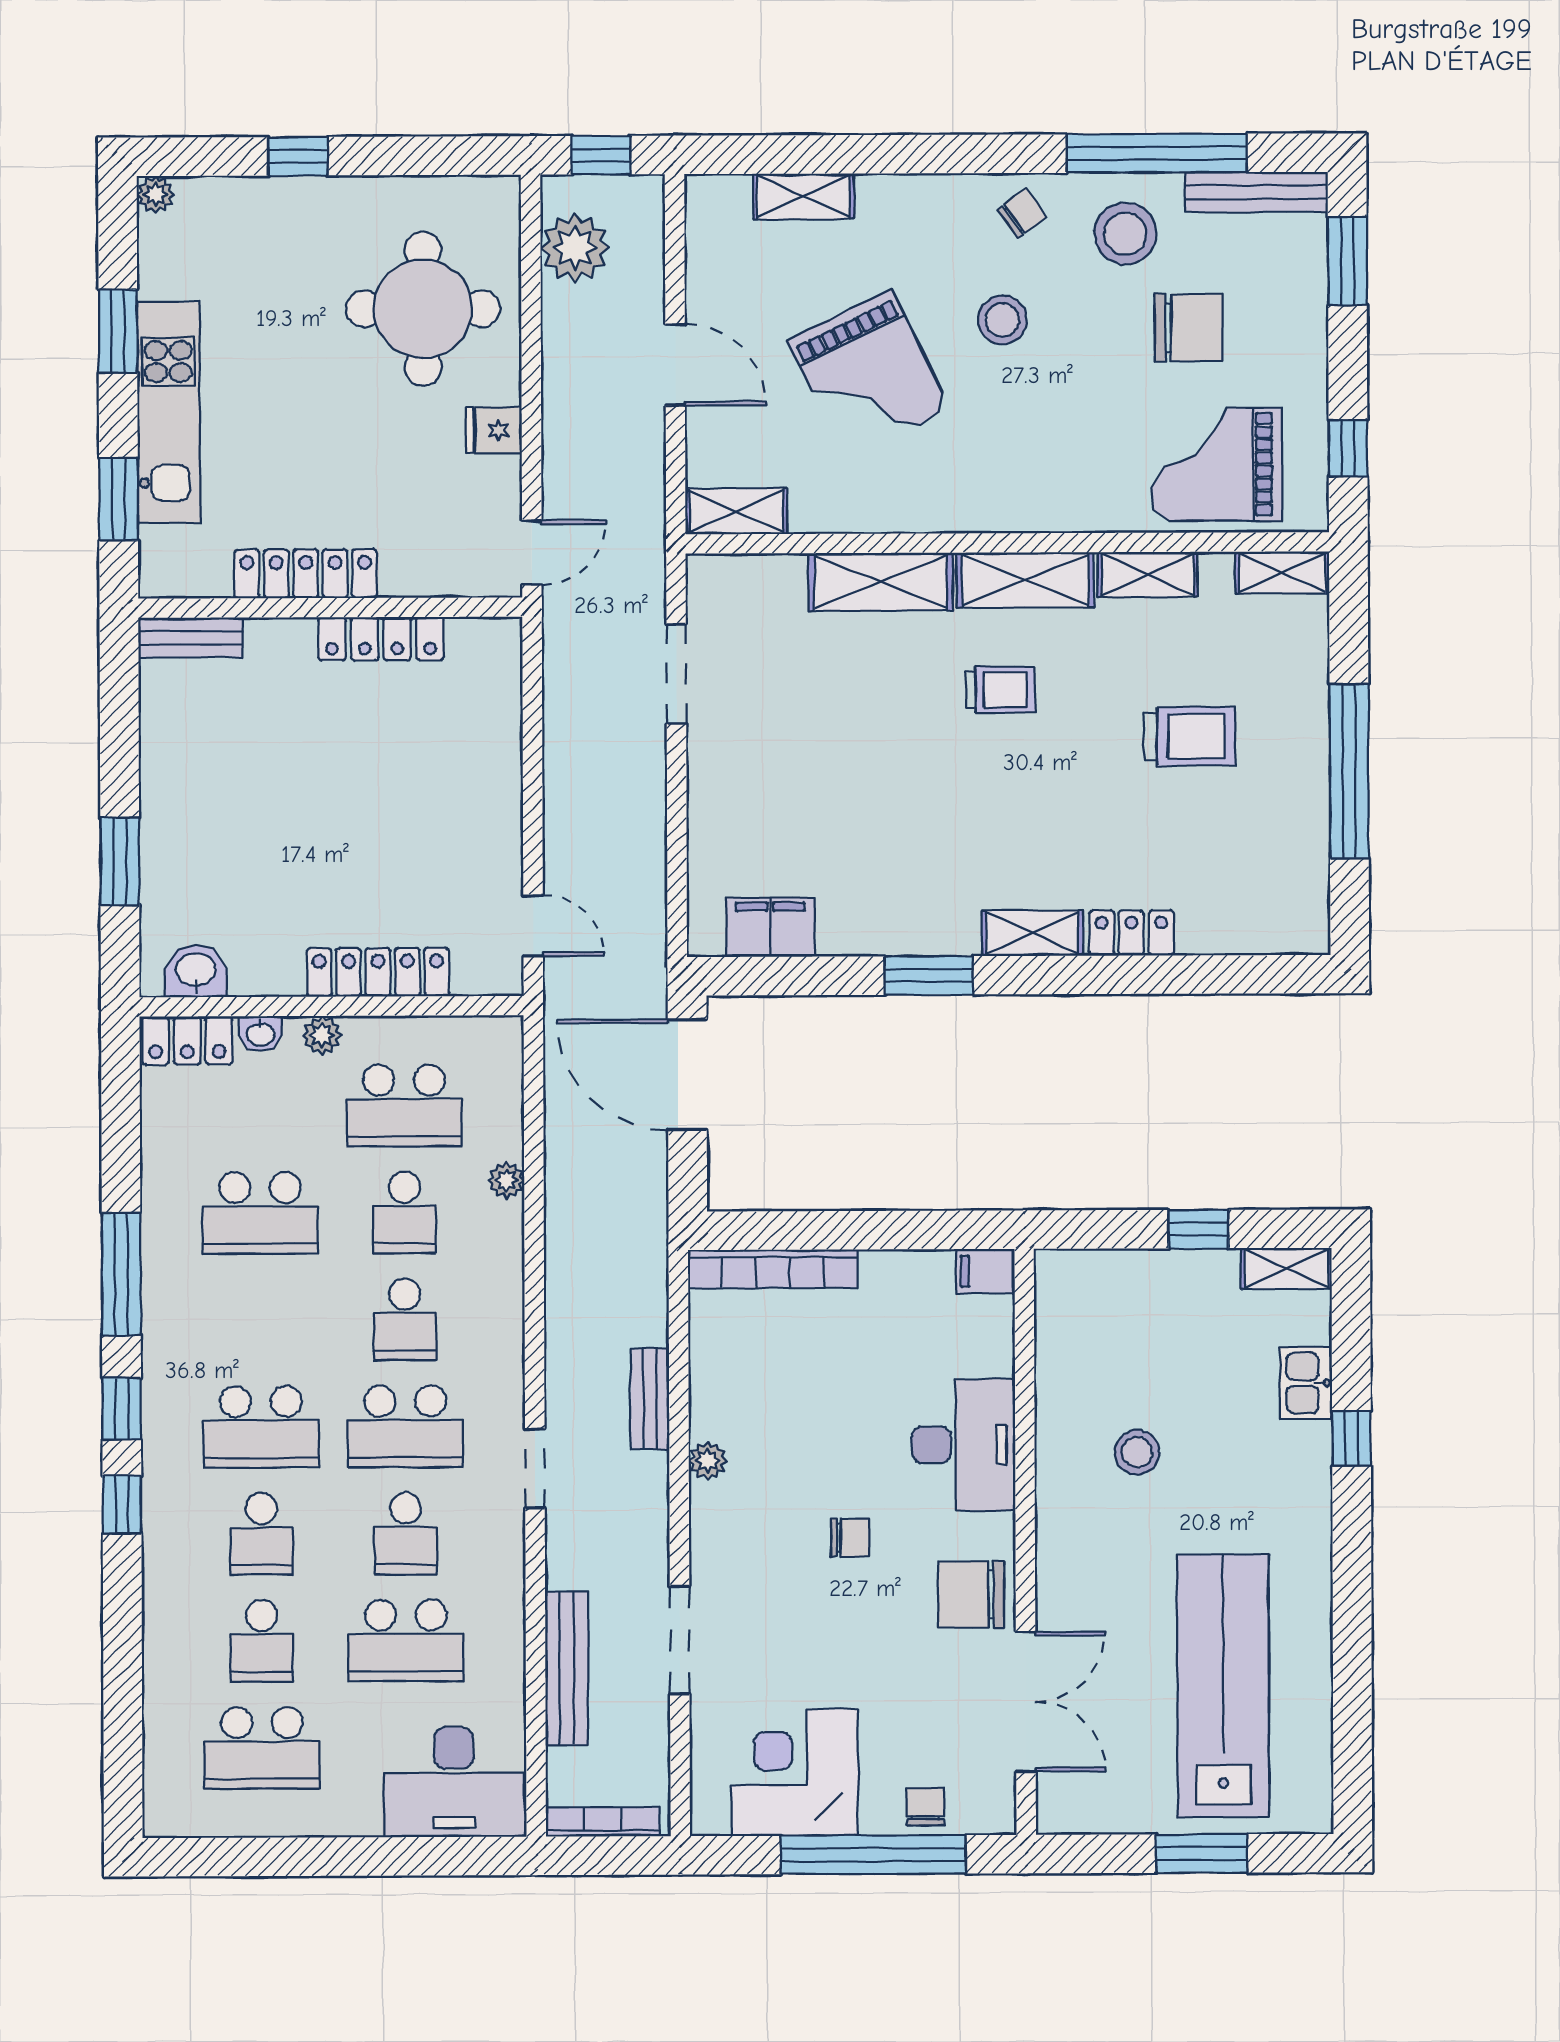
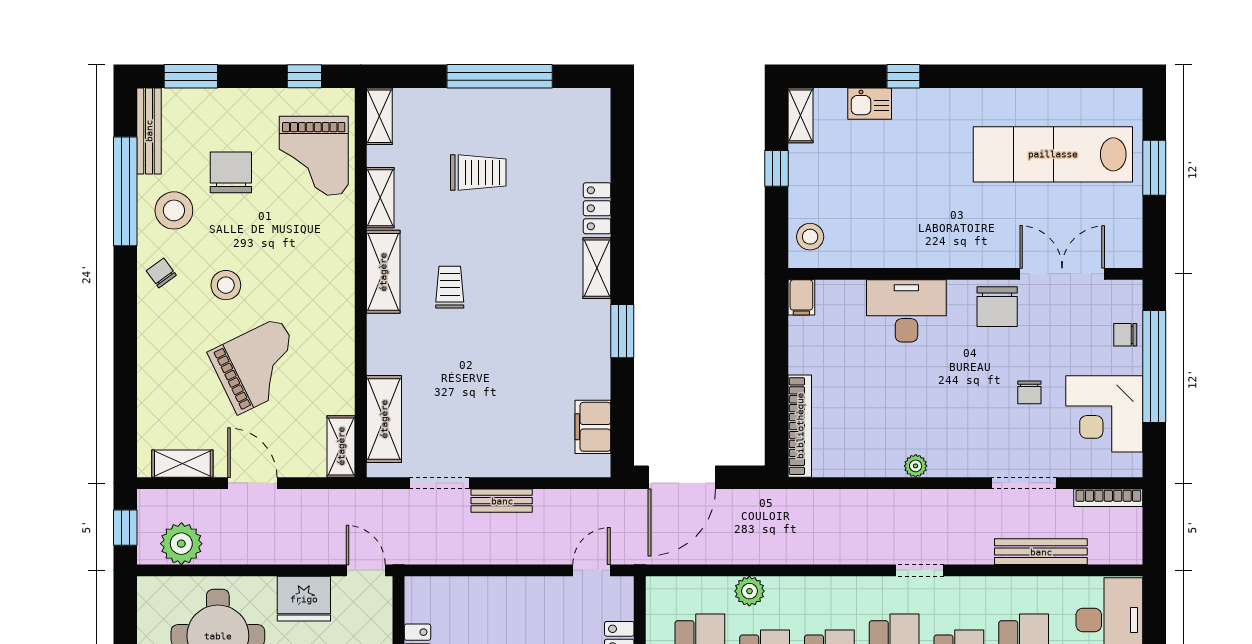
shelving: (803, 196) -> (182, 464), moved, turned 90
door: (675, 365) -> (252, 483), hinge flipped
fridge: (494, 430) -> (304, 599), width x1.88, depth x1.34
shelving: (881, 582) -> (384, 419), moved
trolley: (1190, 736) -> (478, 172), turned 90
plant: (506, 1180) -> (749, 591), width x1.38, depth x1.38
bench: (650, 1399) -> (502, 501), moved
stool: (1137, 1452) -> (810, 237), moved
chair: (850, 1538) -> (1029, 392), moved, turned 180
bookcase: (603, 1822) -> (1108, 498), moved, turned -90

